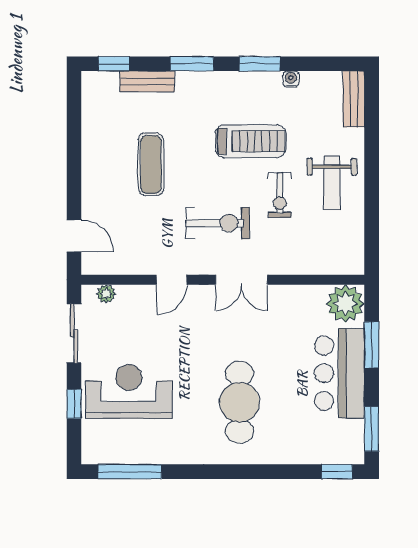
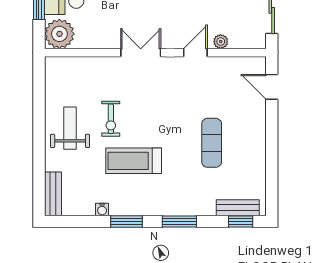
bench: (147, 81) -> (238, 208), moved
exercise bike: (280, 195) -> (111, 119), turned 180
exercise bike: (218, 223) -> (159, 97), removed
plant: (106, 294) -> (221, 42), moved

